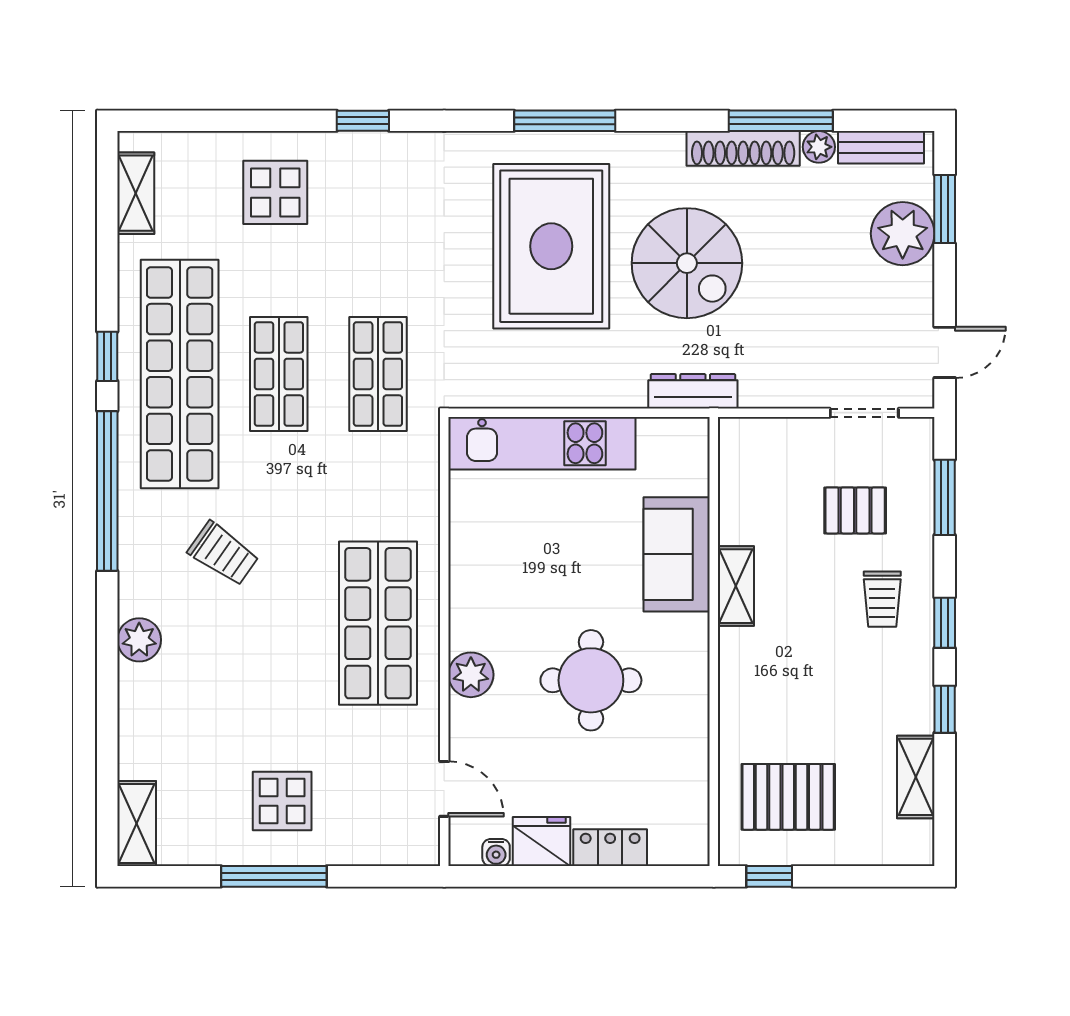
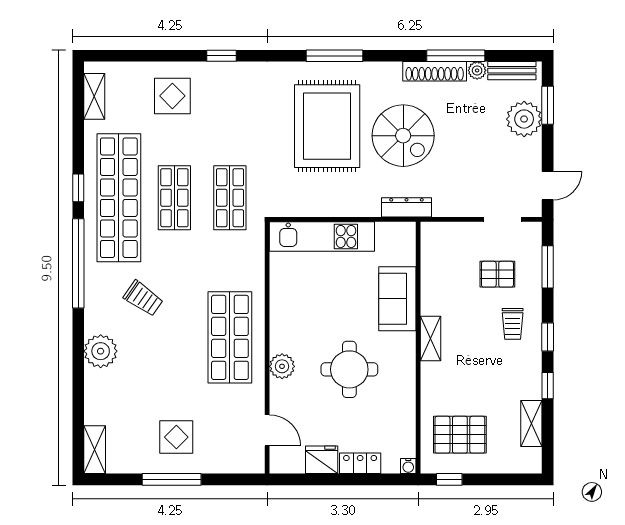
shelving: (736, 586) -> (431, 339), moved
plant: (139, 640) -> (101, 351), width x1.36, depth x1.36
water cooler: (496, 853) -> (408, 466), moved

